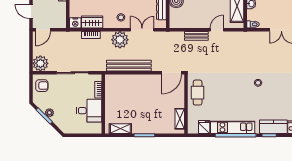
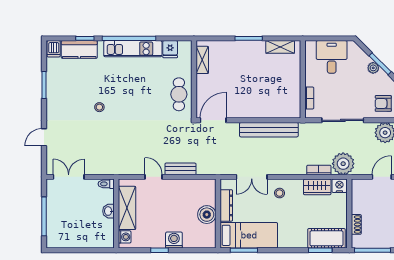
door: (217, 30) -> (154, 177), swing flipped
plant: (120, 40) -> (343, 164), moved
desk: (89, 111) -> (332, 57), moved, turned 90

